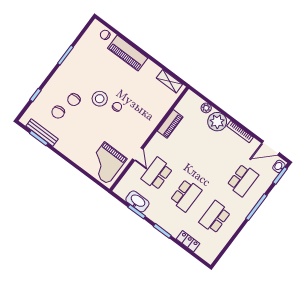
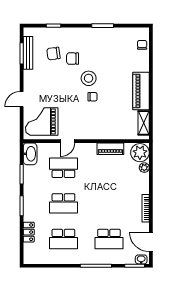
piano: (128, 53) -> (141, 91), moved
plant: (217, 122) -> (140, 153), moved
door: (76, 166) -> (22, 99), added
washbasin: (137, 201) -> (30, 154), moved
school desk: (215, 217) -> (63, 239), turned 180

